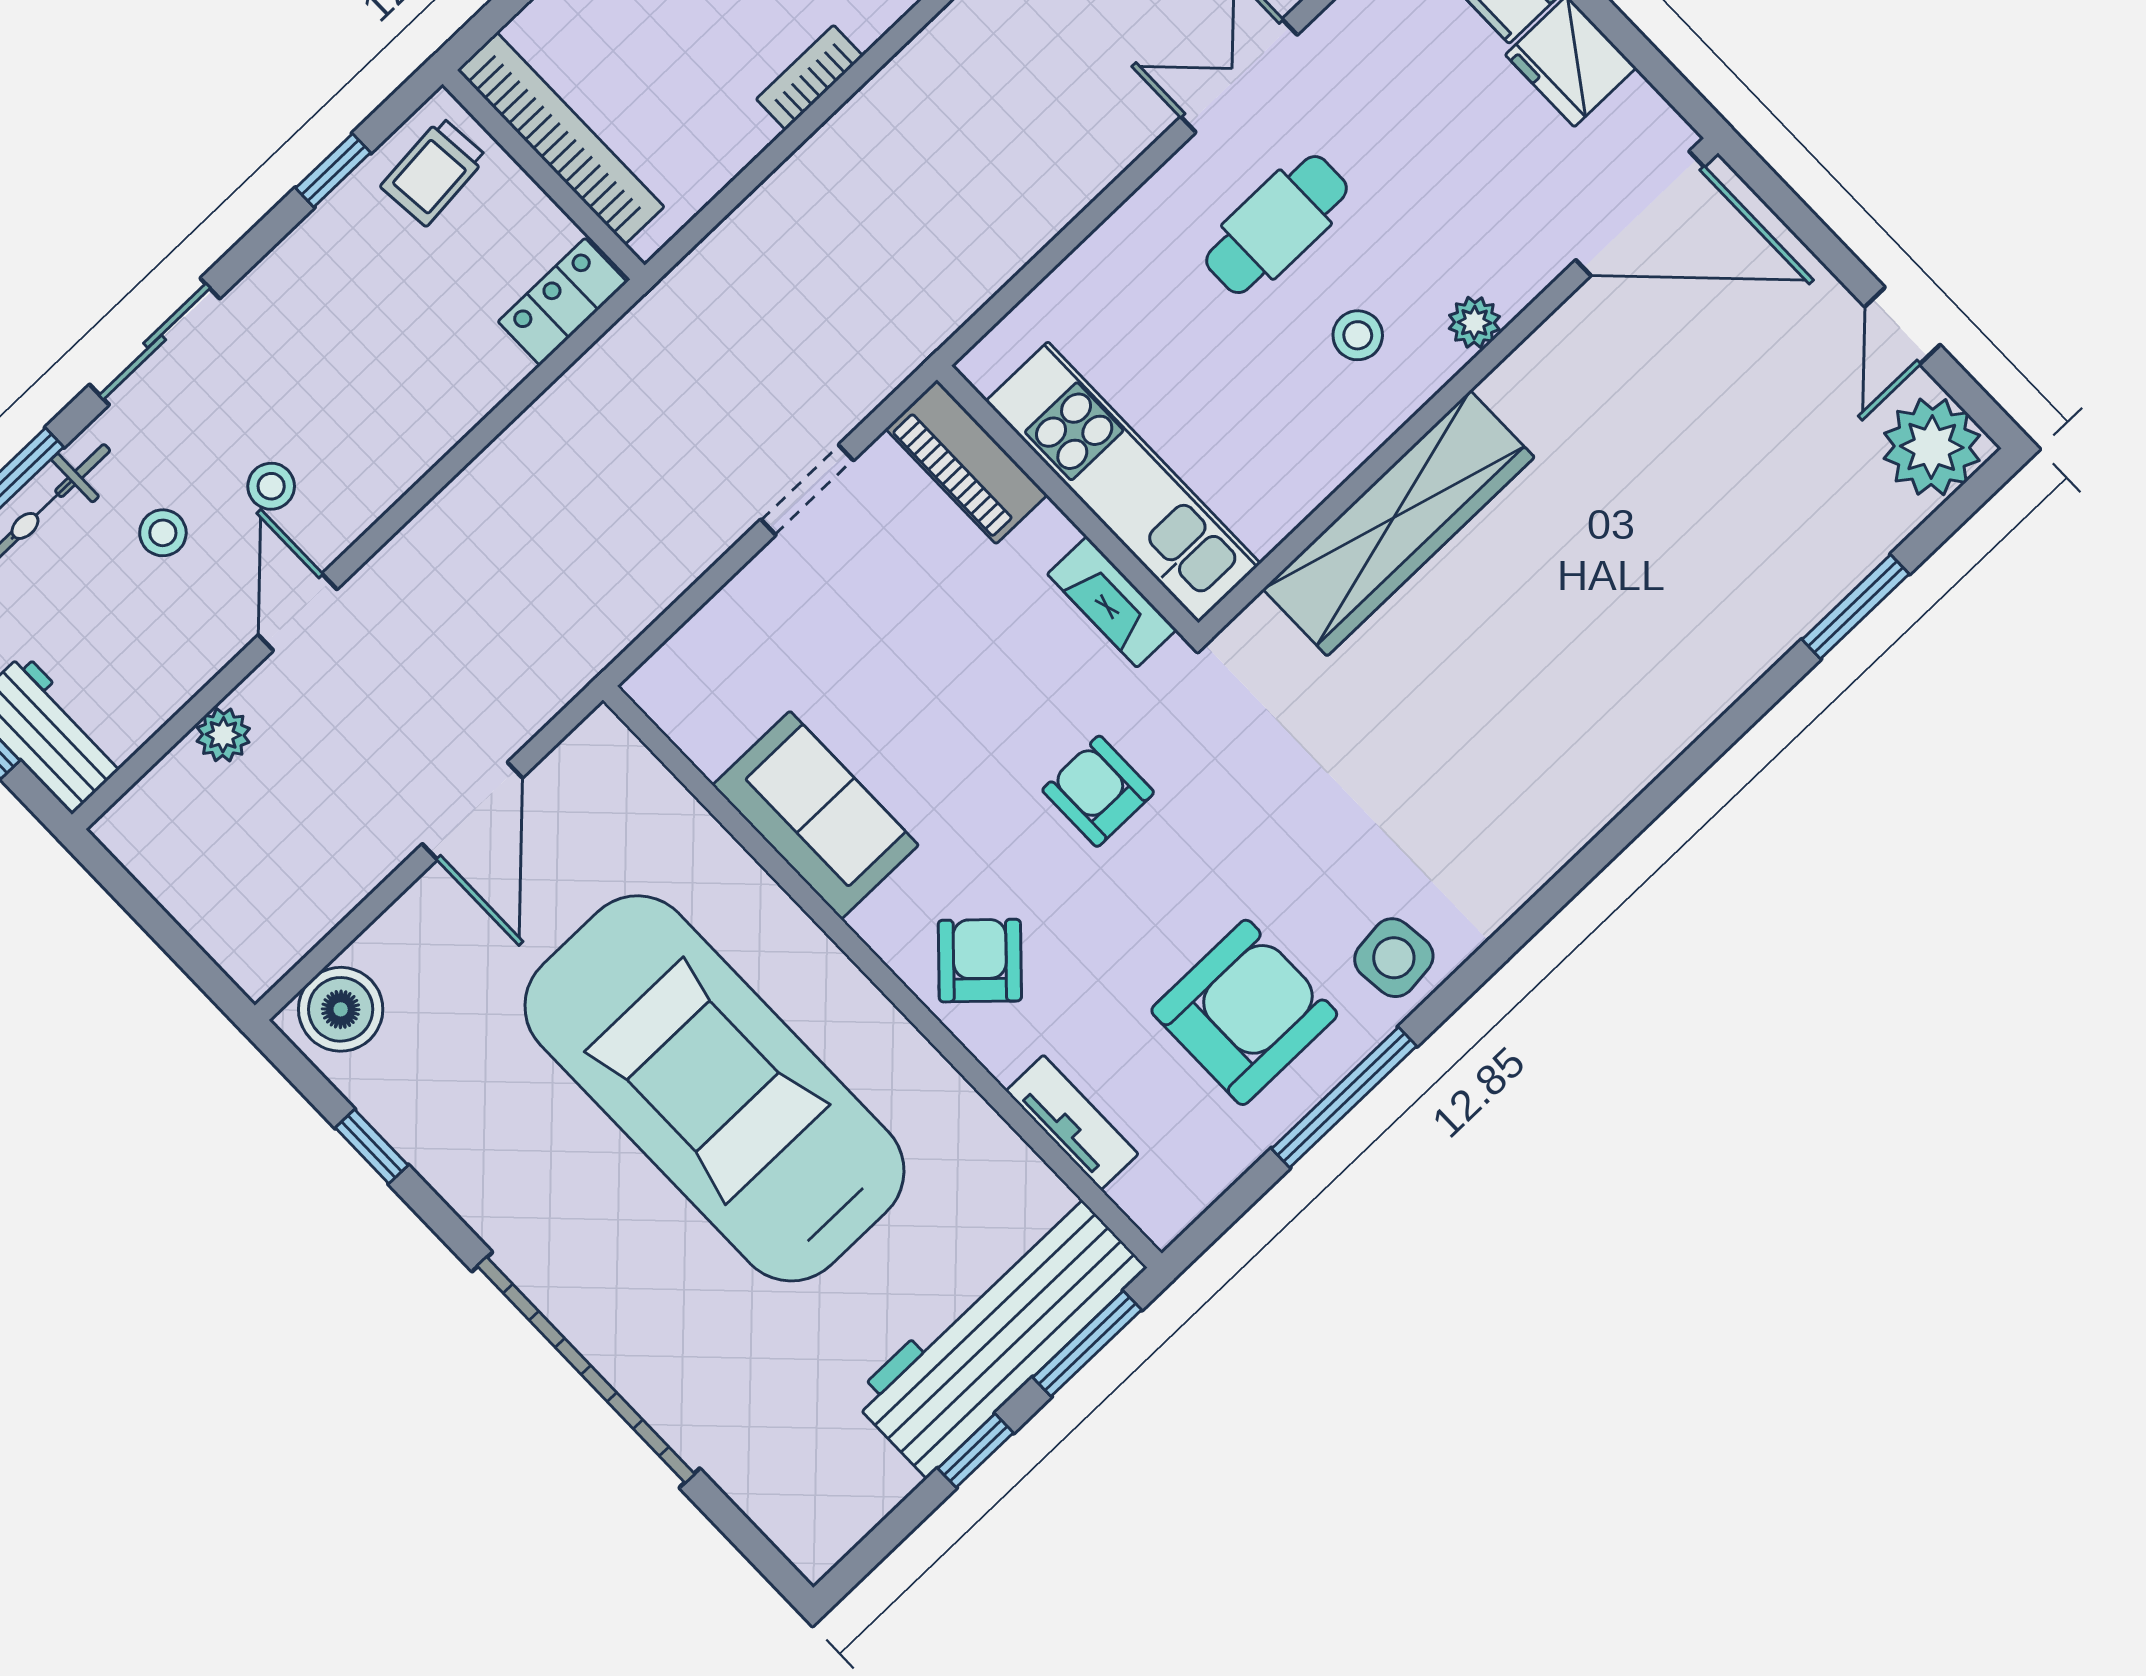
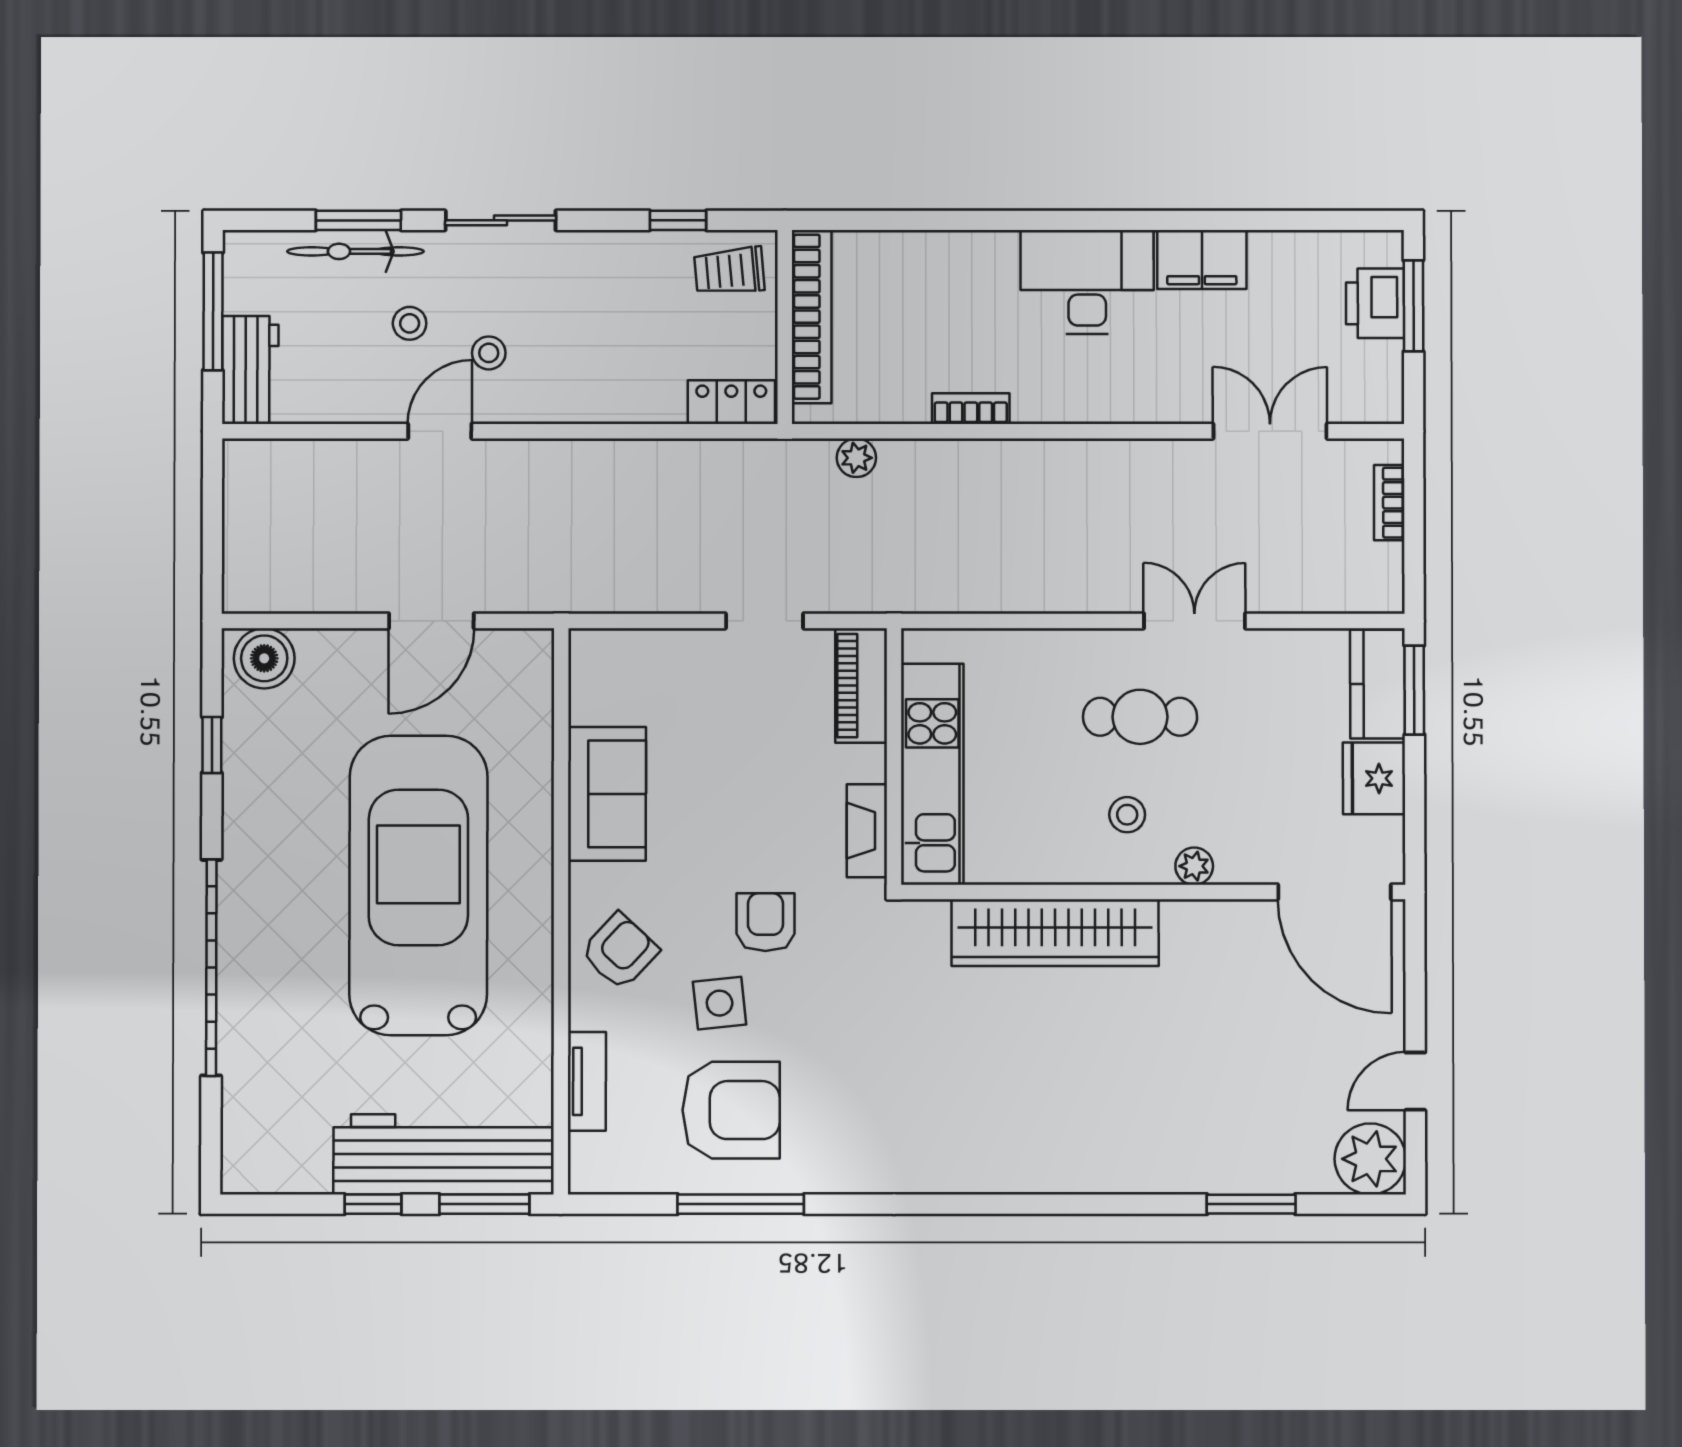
plant: (223, 735) -> (856, 458), moved
side table: (1394, 958) -> (720, 1003), moved

